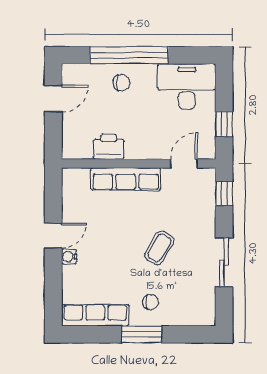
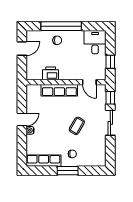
desk: (187, 86) -> (95, 42), width x0.73
door: (184, 164) -> (89, 82), swing flipped
sliding door: (224, 262) -> (110, 123), moved

